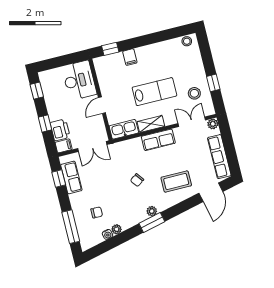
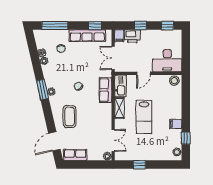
window: (110, 49) -> (186, 138), moved
filing cabinet: (130, 57) -> (176, 124), moved
stool: (194, 93) -> (174, 81), moved
door: (102, 105) -> (144, 73), swing flipped
row of seats: (158, 140) -> (106, 90), moved
row of seats: (219, 157) -> (75, 155), width x0.68
row of seats: (71, 177) -> (87, 36), width x1.48
door: (211, 192) -> (54, 141), hinge flipped

